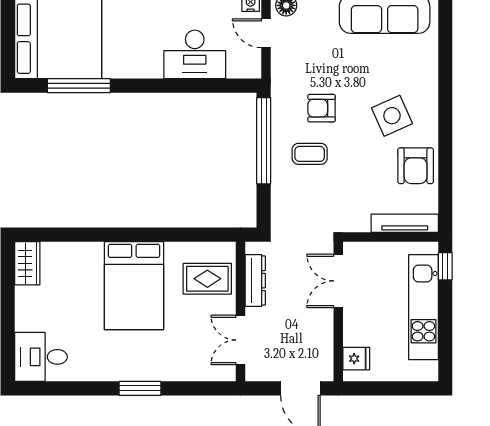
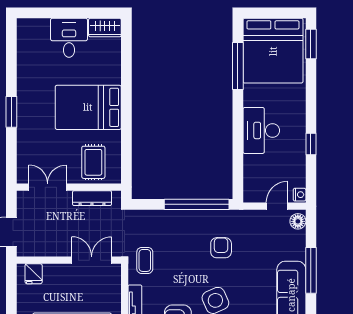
desk: (195, 54) -> (261, 130), moved
coffee table: (310, 154) -> (145, 260), moved
desk: (41, 357) -> (69, 38), moved

